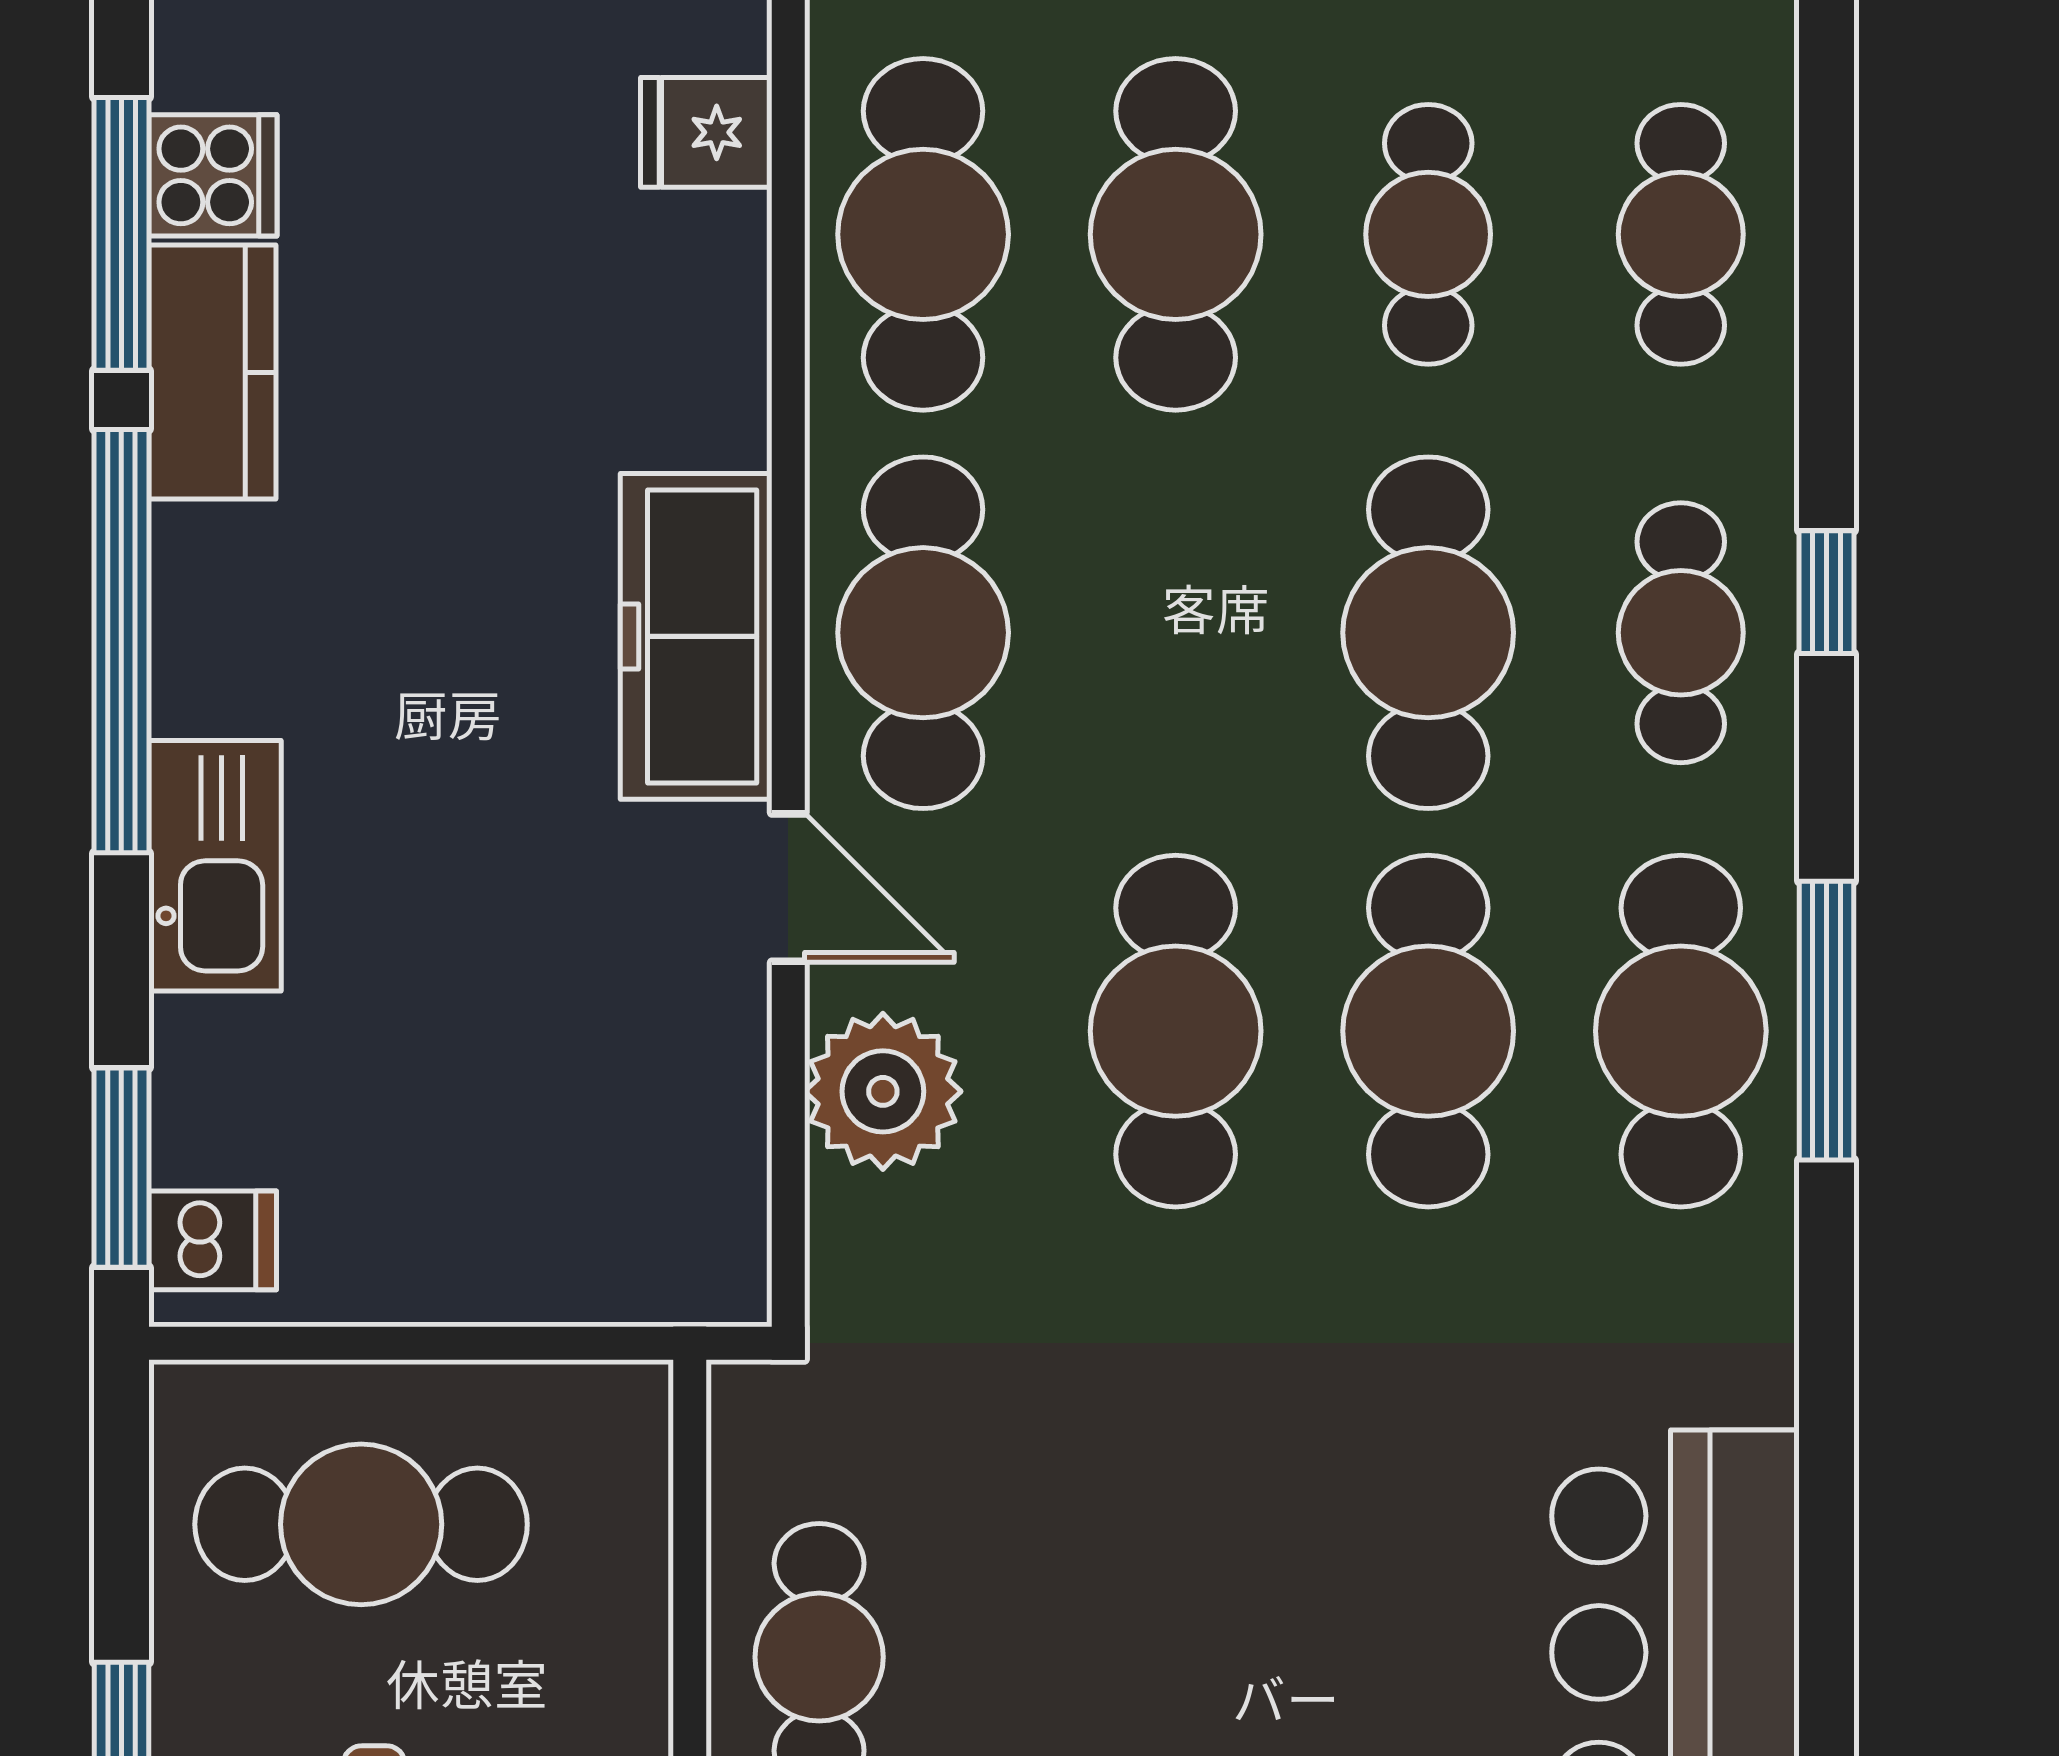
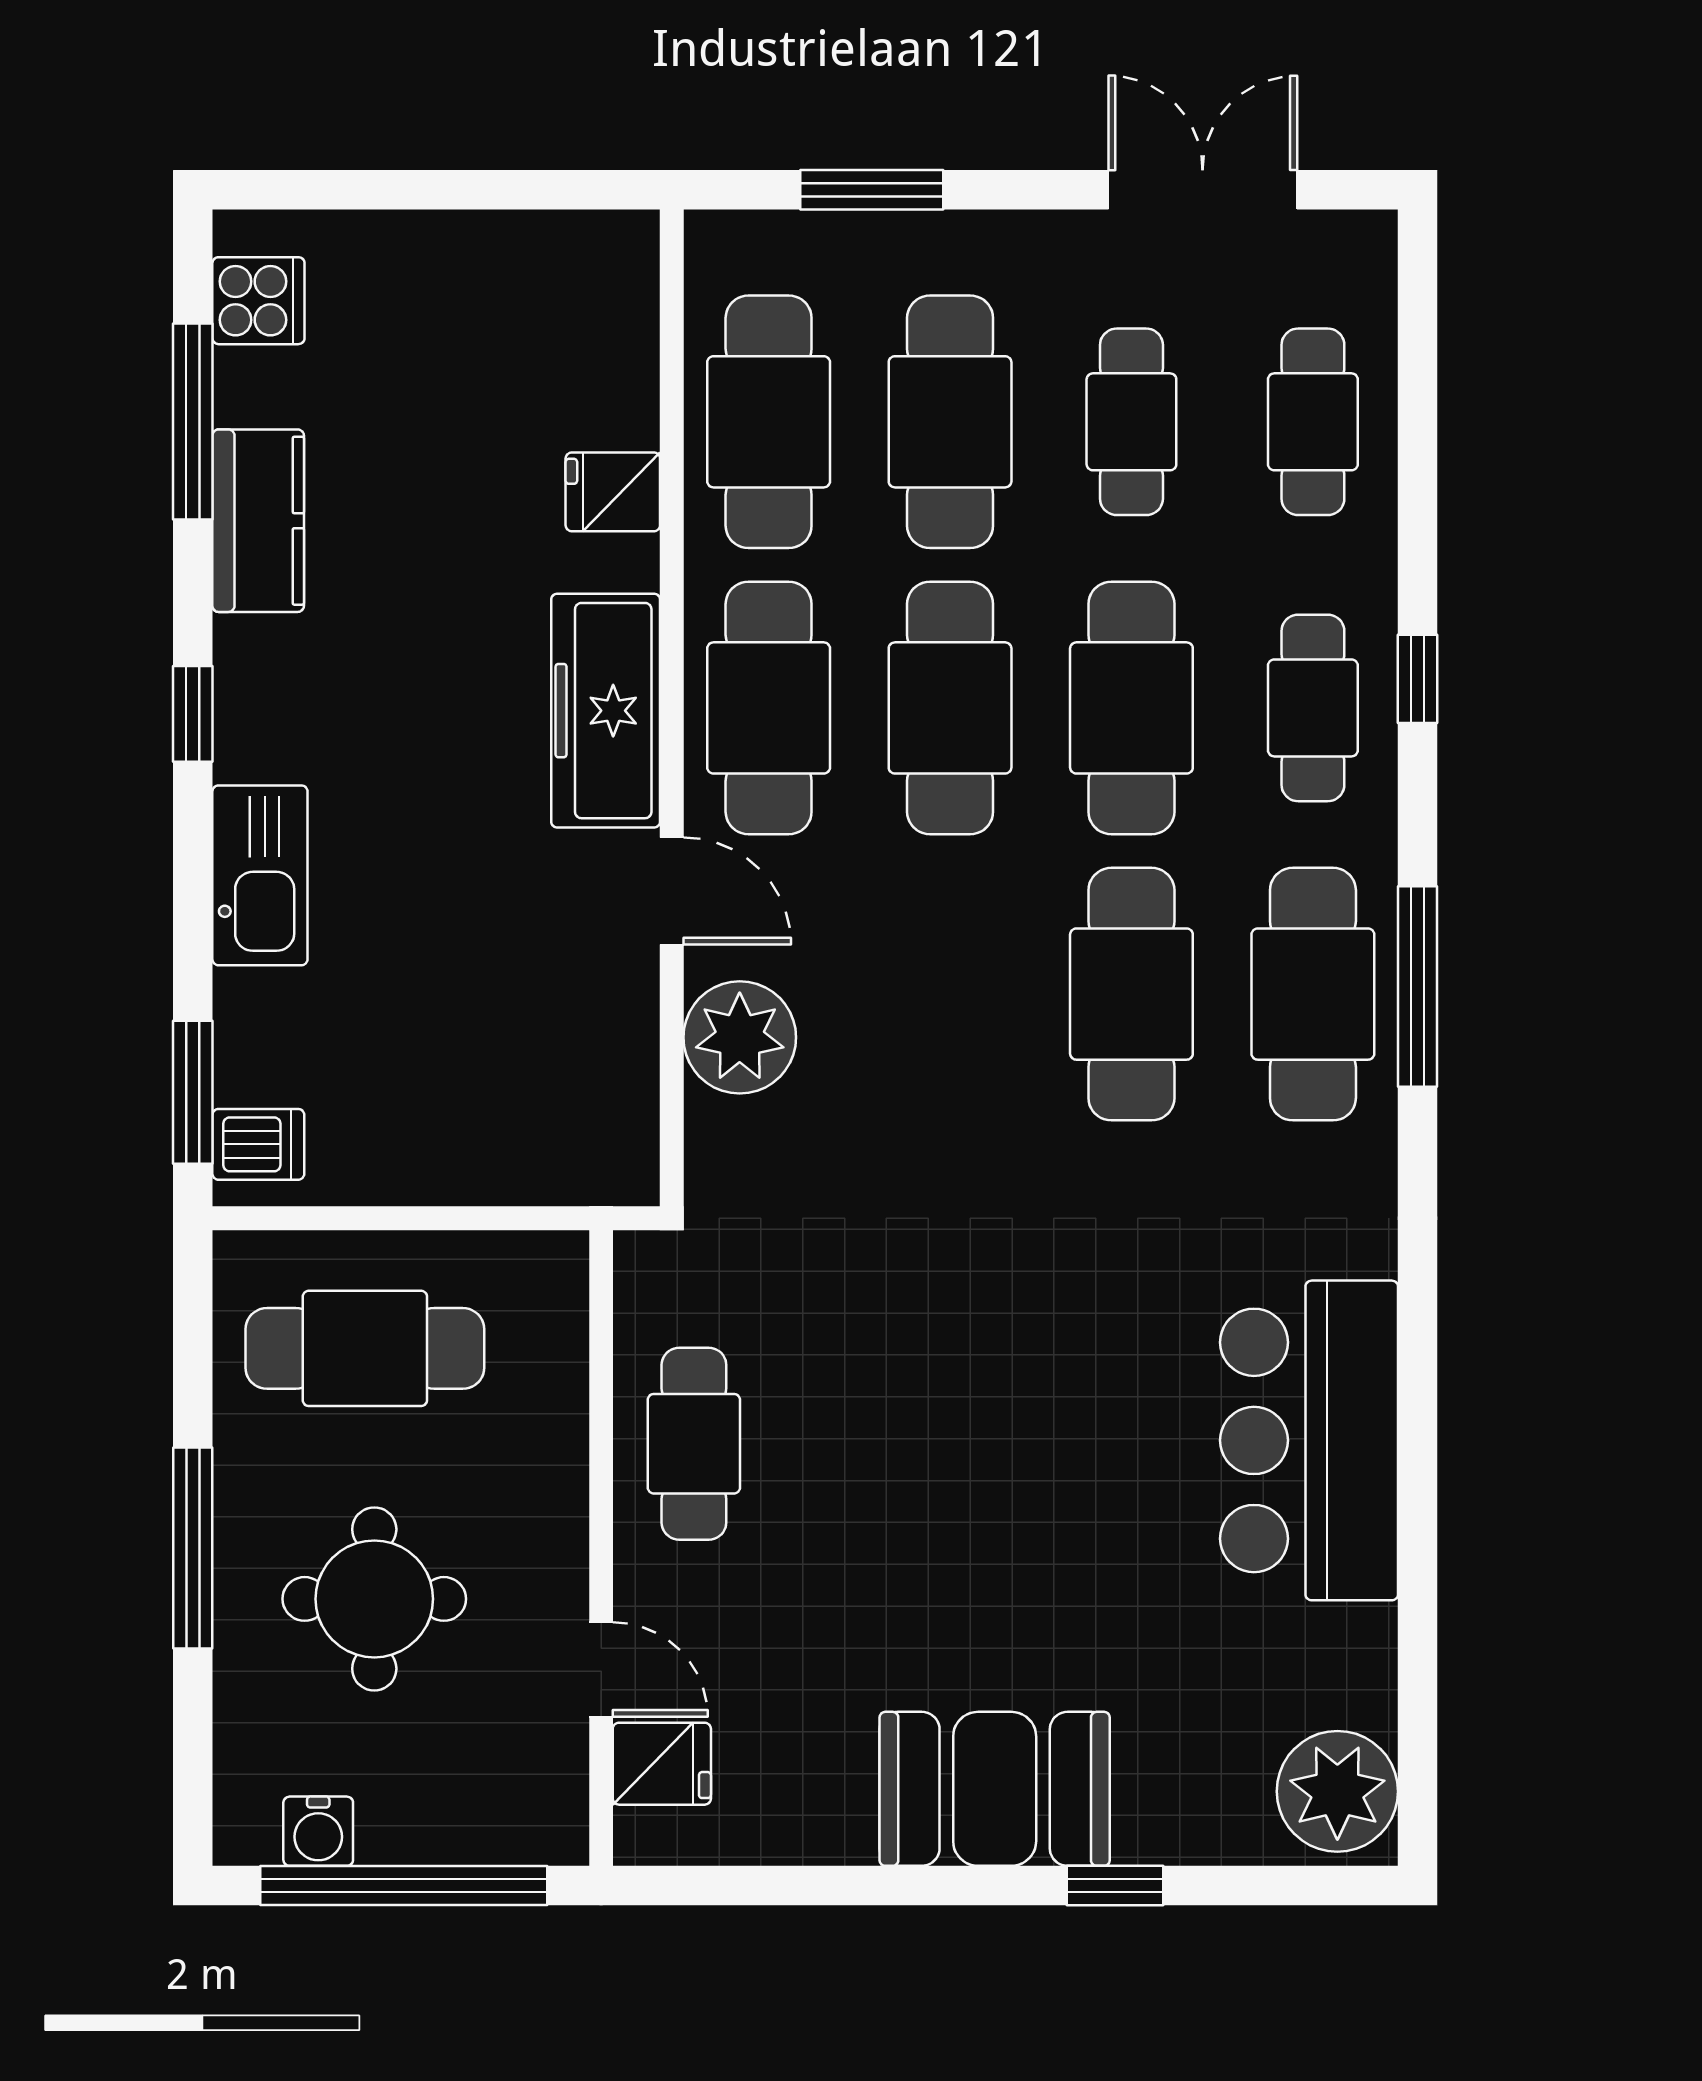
fridge: (706, 132) -> (613, 492), moved
cooker: (213, 175) -> (258, 301), moved
window: (121, 641) -> (193, 714), width x0.32
cafe table: (1176, 1031) -> (950, 708), moved

